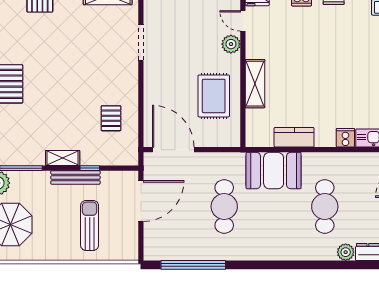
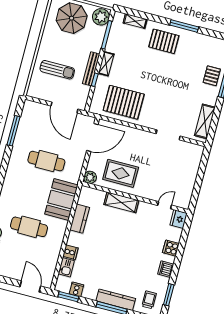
plant: (231, 44) -> (90, 177), moved
pallet: (111, 118) -> (124, 102), width x2.05, depth x2.00
window: (193, 265) -> (14, 131), width x0.68

